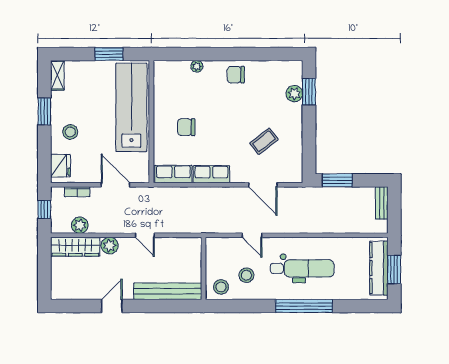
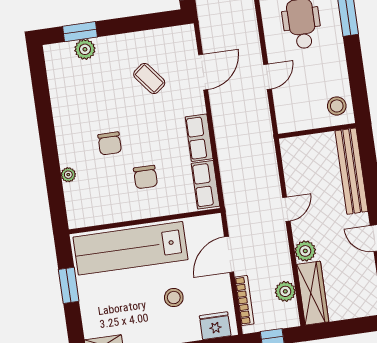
chair: (236, 75) -> (110, 143), moved
stool: (70, 132) -> (174, 298), moved
bookcase: (77, 192) -> (244, 301), width x1.56
stool: (246, 275) -> (318, 77), removed

